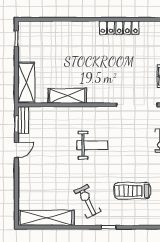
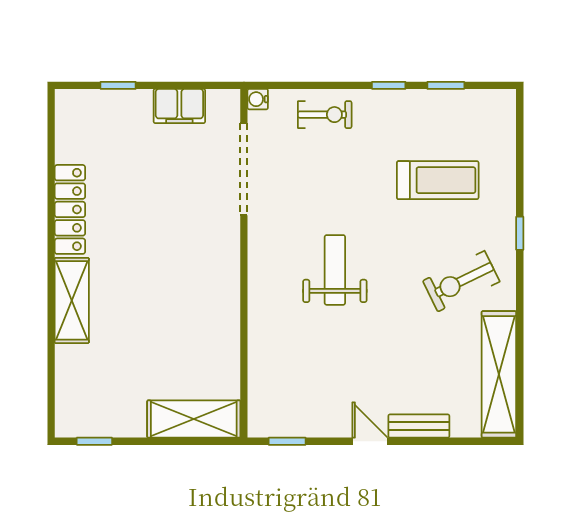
shelving: (67, 96) -> (72, 300), moved
bench: (23, 120) -> (419, 426), moved
door: (16, 150) -> (370, 441), moved
treadmill: (132, 191) -> (438, 180), turned -90

